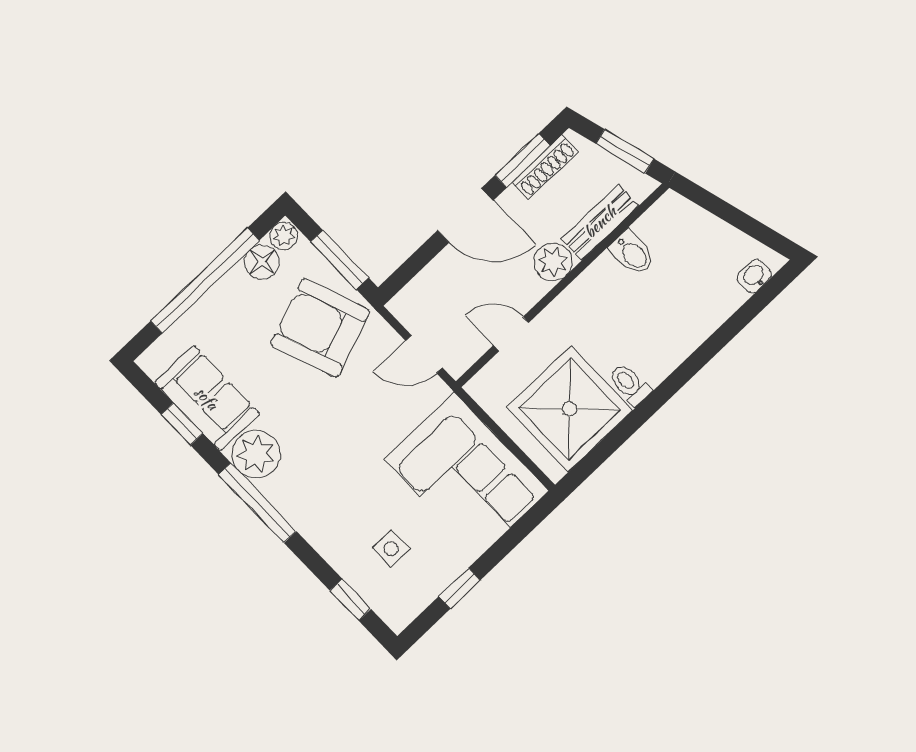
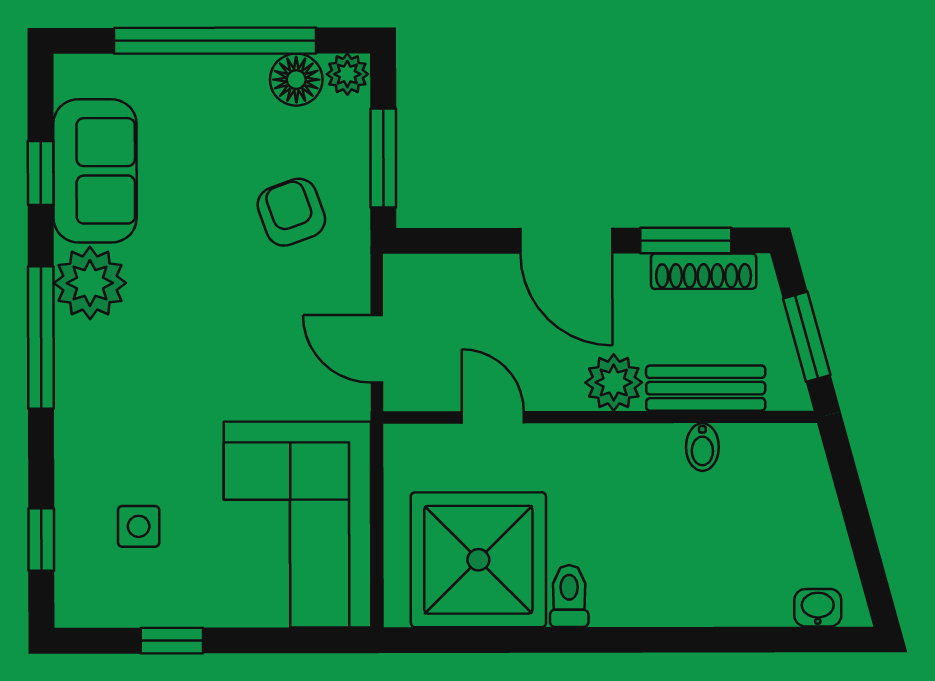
bidet: (632, 253) -> (702, 447), width x0.72, depth x0.74
armchair: (320, 328) -> (291, 212), width x0.53, depth x0.53

